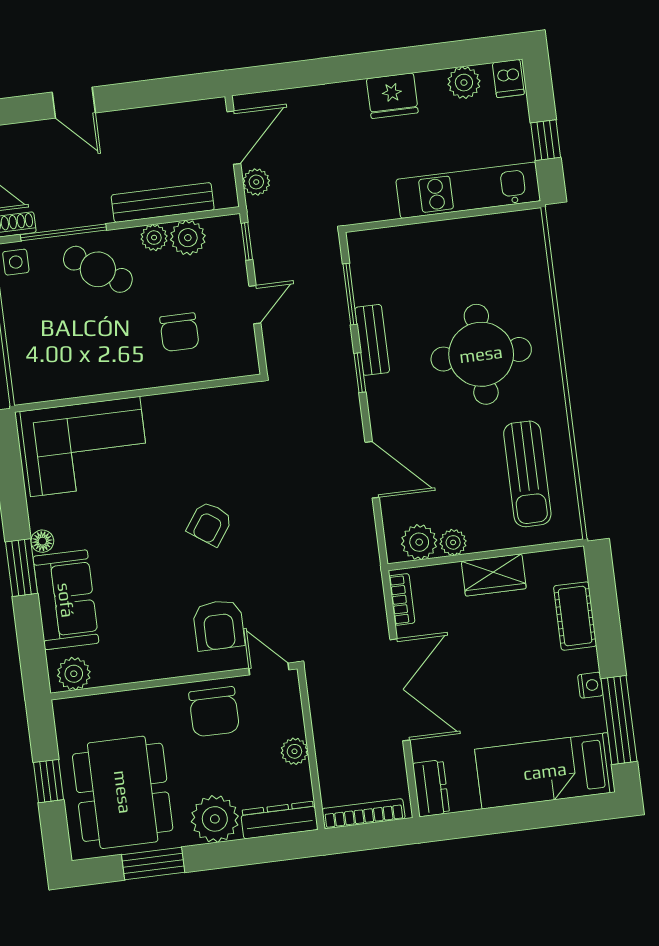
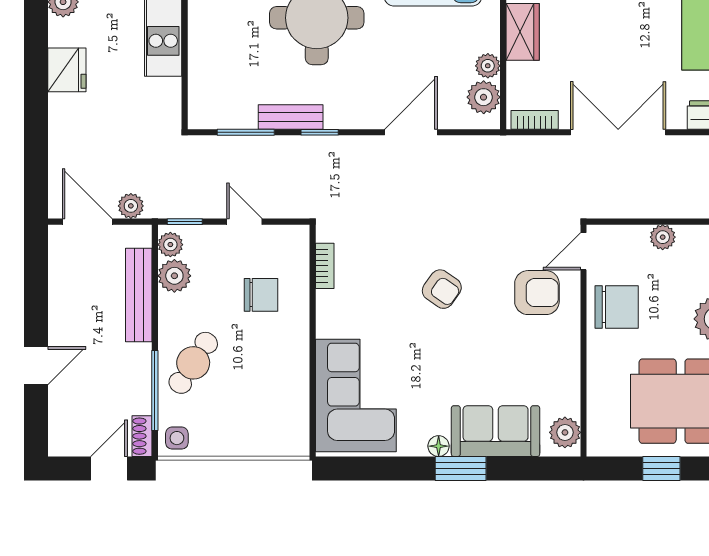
plant: (154, 238) -> (170, 245), moved
bookcase: (219, 396) -> (325, 266), added

